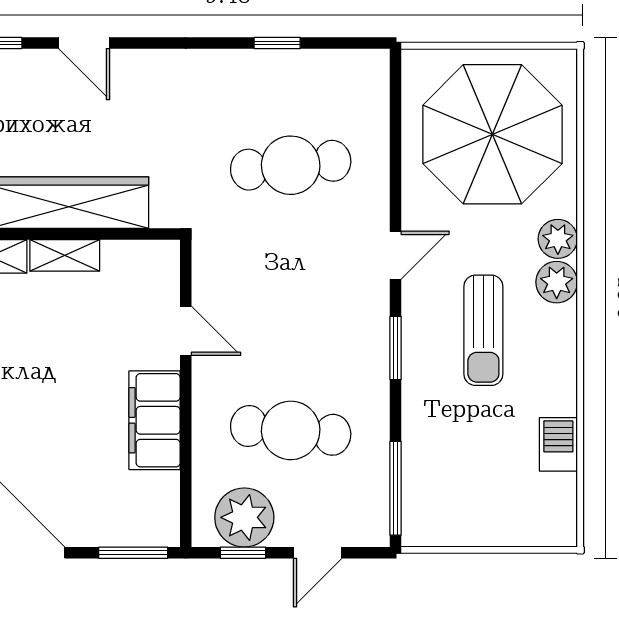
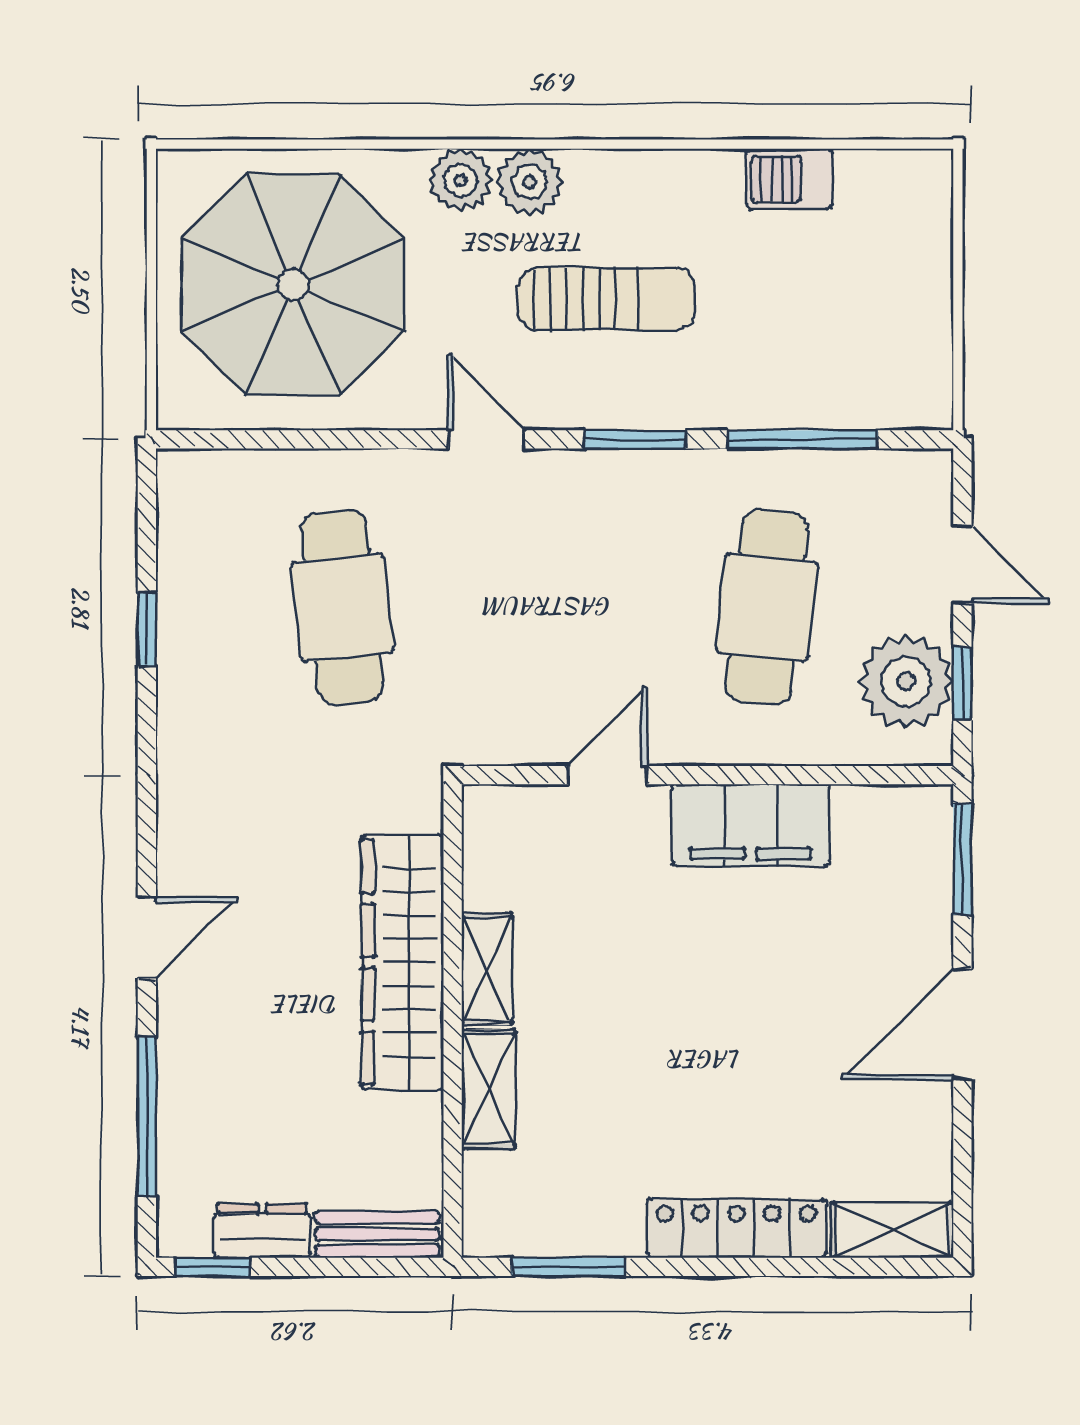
window: (396, 488) -> (803, 439), moved

